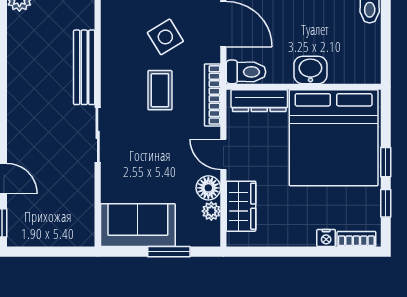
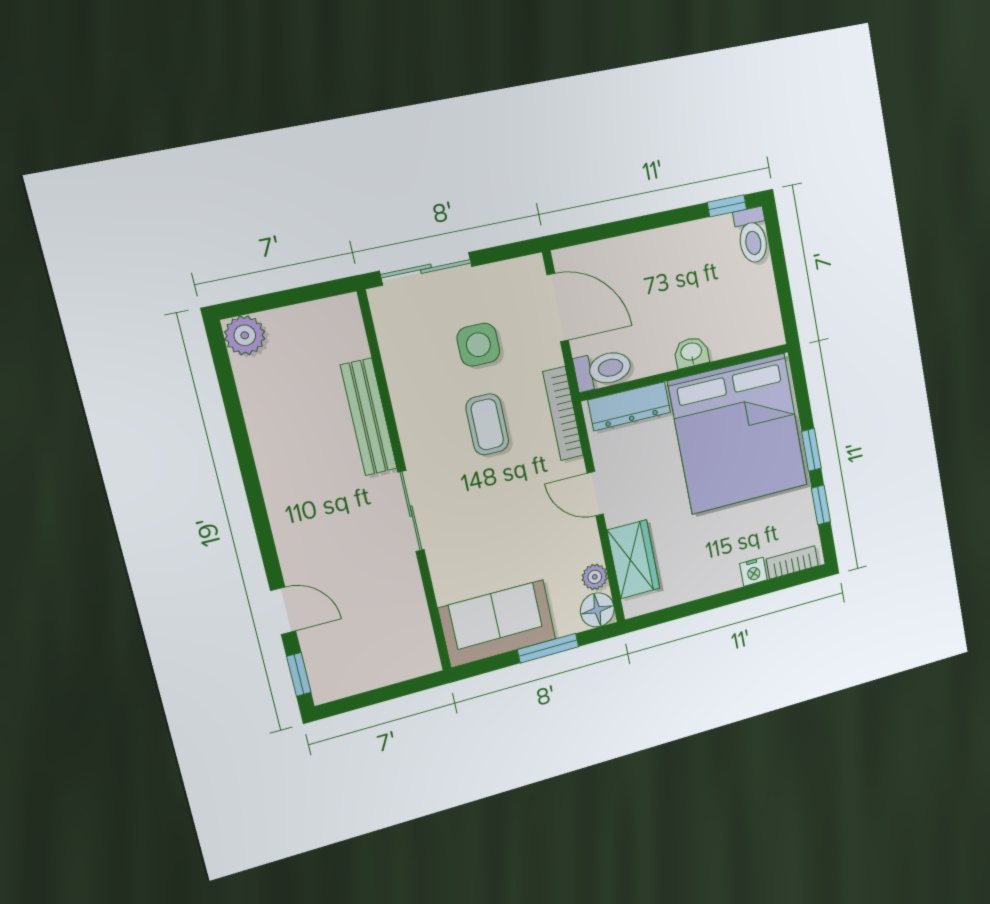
side table: (165, 37) -> (478, 345), turned 31
washbasin: (310, 70) -> (691, 352), width x0.72, depth x0.69
floor lamp: (208, 188) -> (597, 610), moved

